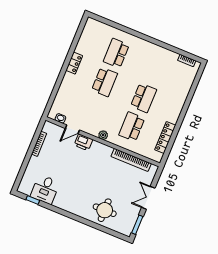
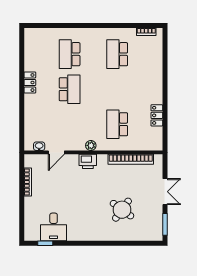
school desk: (144, 98) -> (117, 54), moved, turned 180
locker: (165, 138) -> (157, 115), width x0.66
printer: (83, 142) -> (88, 161), moved
double door: (148, 198) -> (165, 192), swing flipped
round table: (105, 210) -> (122, 210), moved, turned 36

